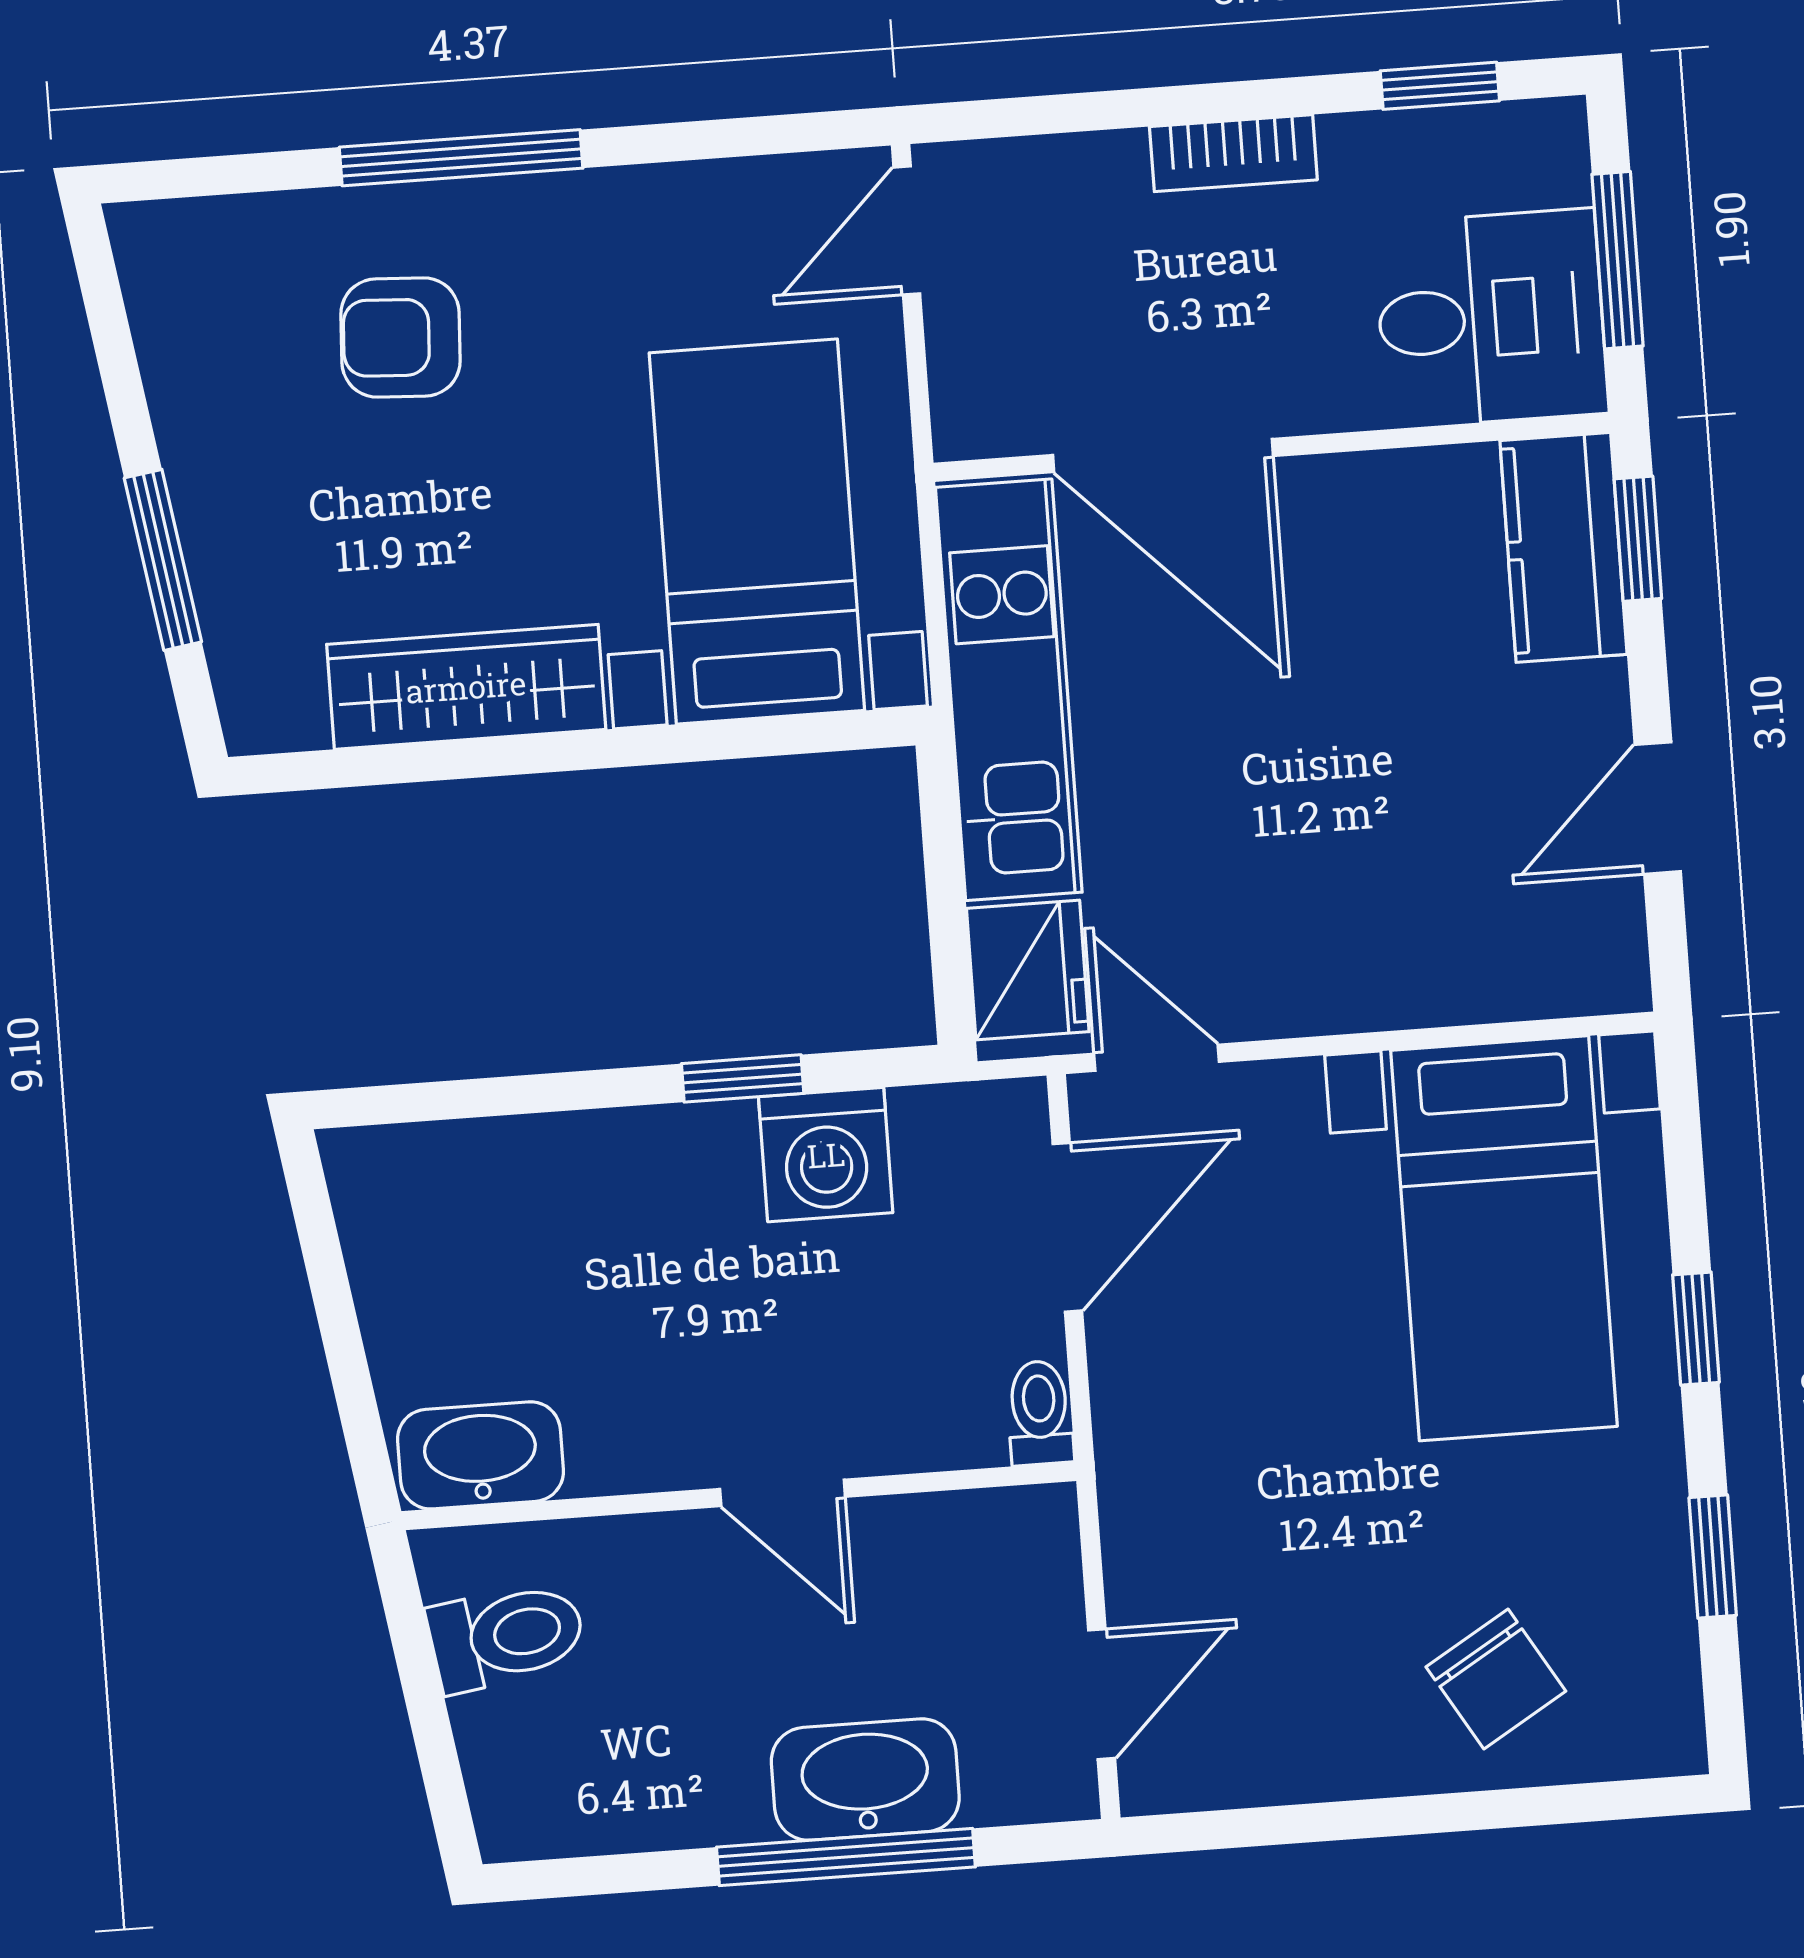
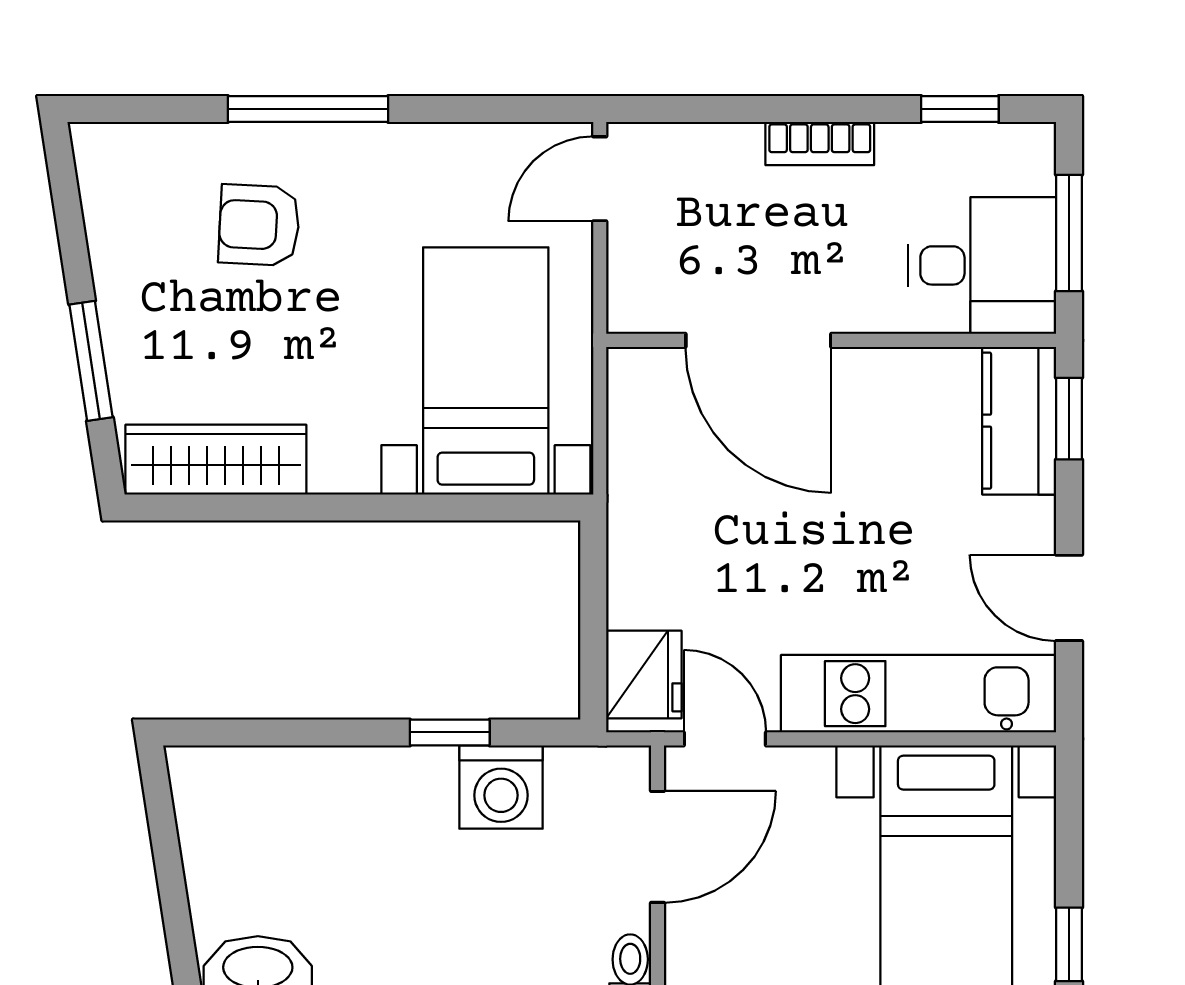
wardrobe: (466, 687) -> (216, 460), moved
kitchen unit: (1009, 690) -> (918, 694), moved, turned -90
door: (1658, 808) -> (1069, 598), hinge flipped

